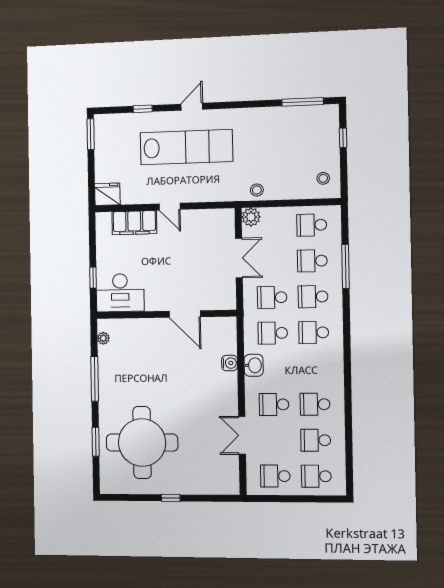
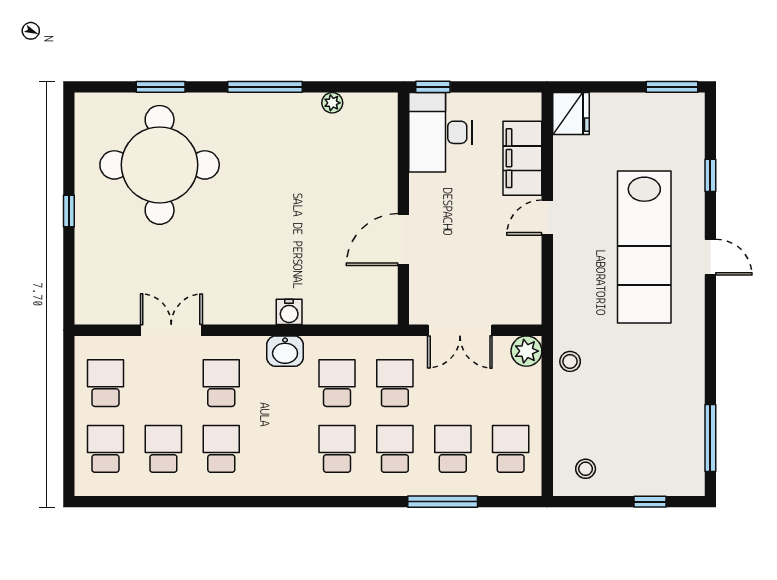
desk: (120, 293) -> (440, 132), moved
wall: (166, 314) -> (403, 209), moved
door: (185, 314) -> (403, 240), moved

